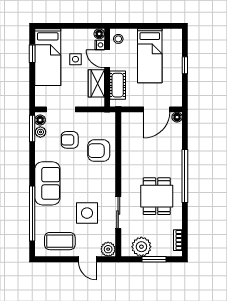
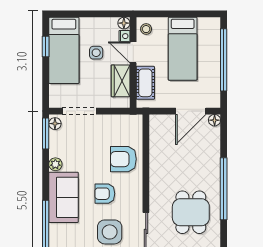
window: (185, 65) -> (224, 60), width x3.17
plant: (40, 132) -> (55, 164), moved
armchair: (70, 140) -> (105, 194), moved

